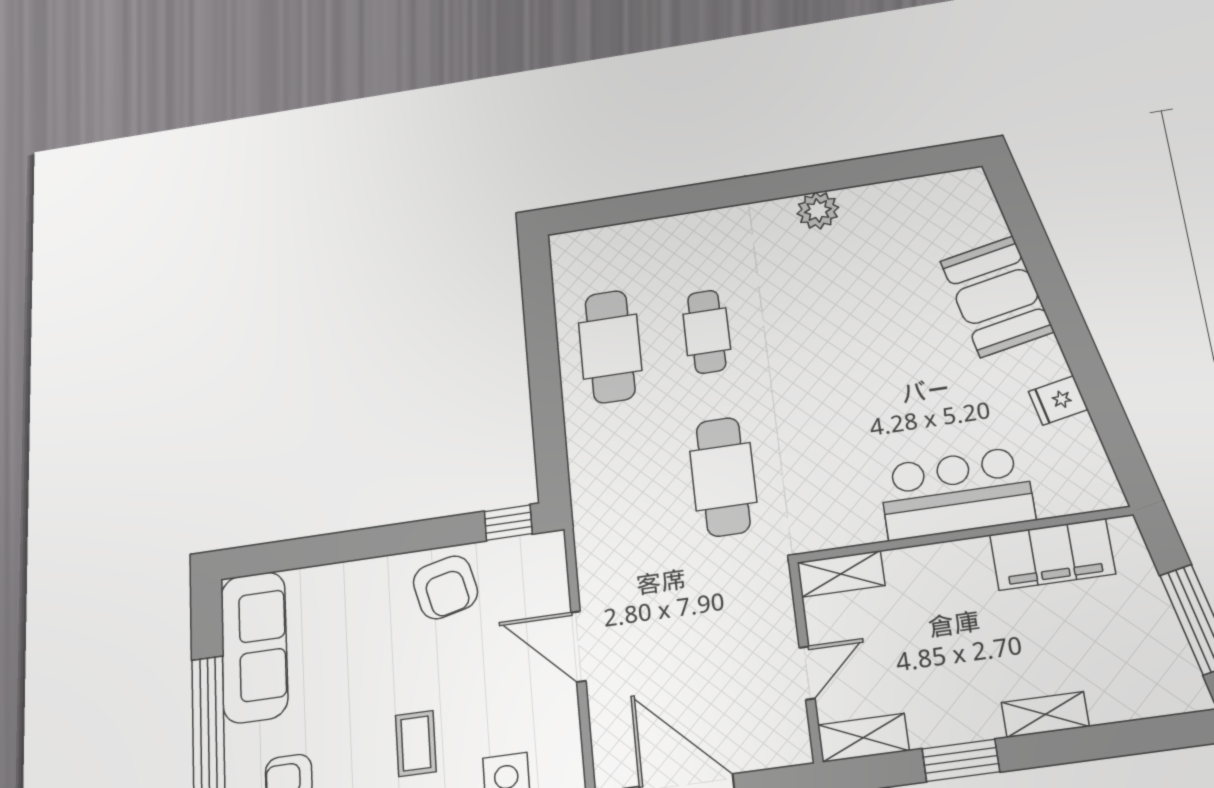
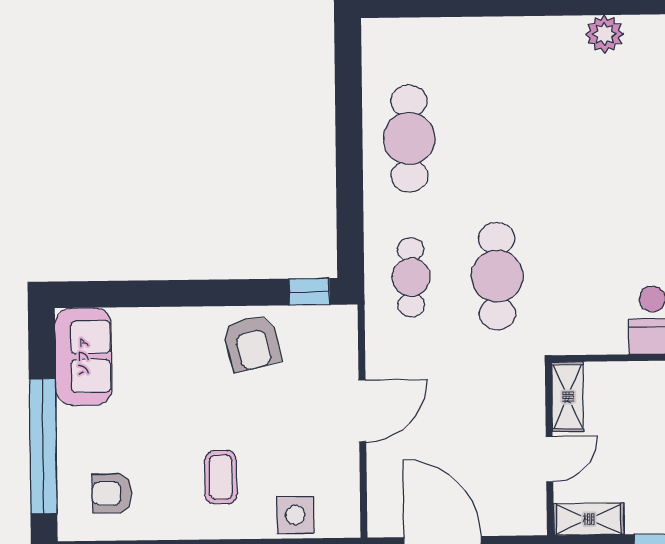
cafe table: (707, 332) -> (411, 277), moved
shelving: (841, 574) -> (568, 397), moved, turned 90
sofa: (254, 647) -> (83, 356), width x0.73
door: (578, 647) -> (362, 411), swing flipped

